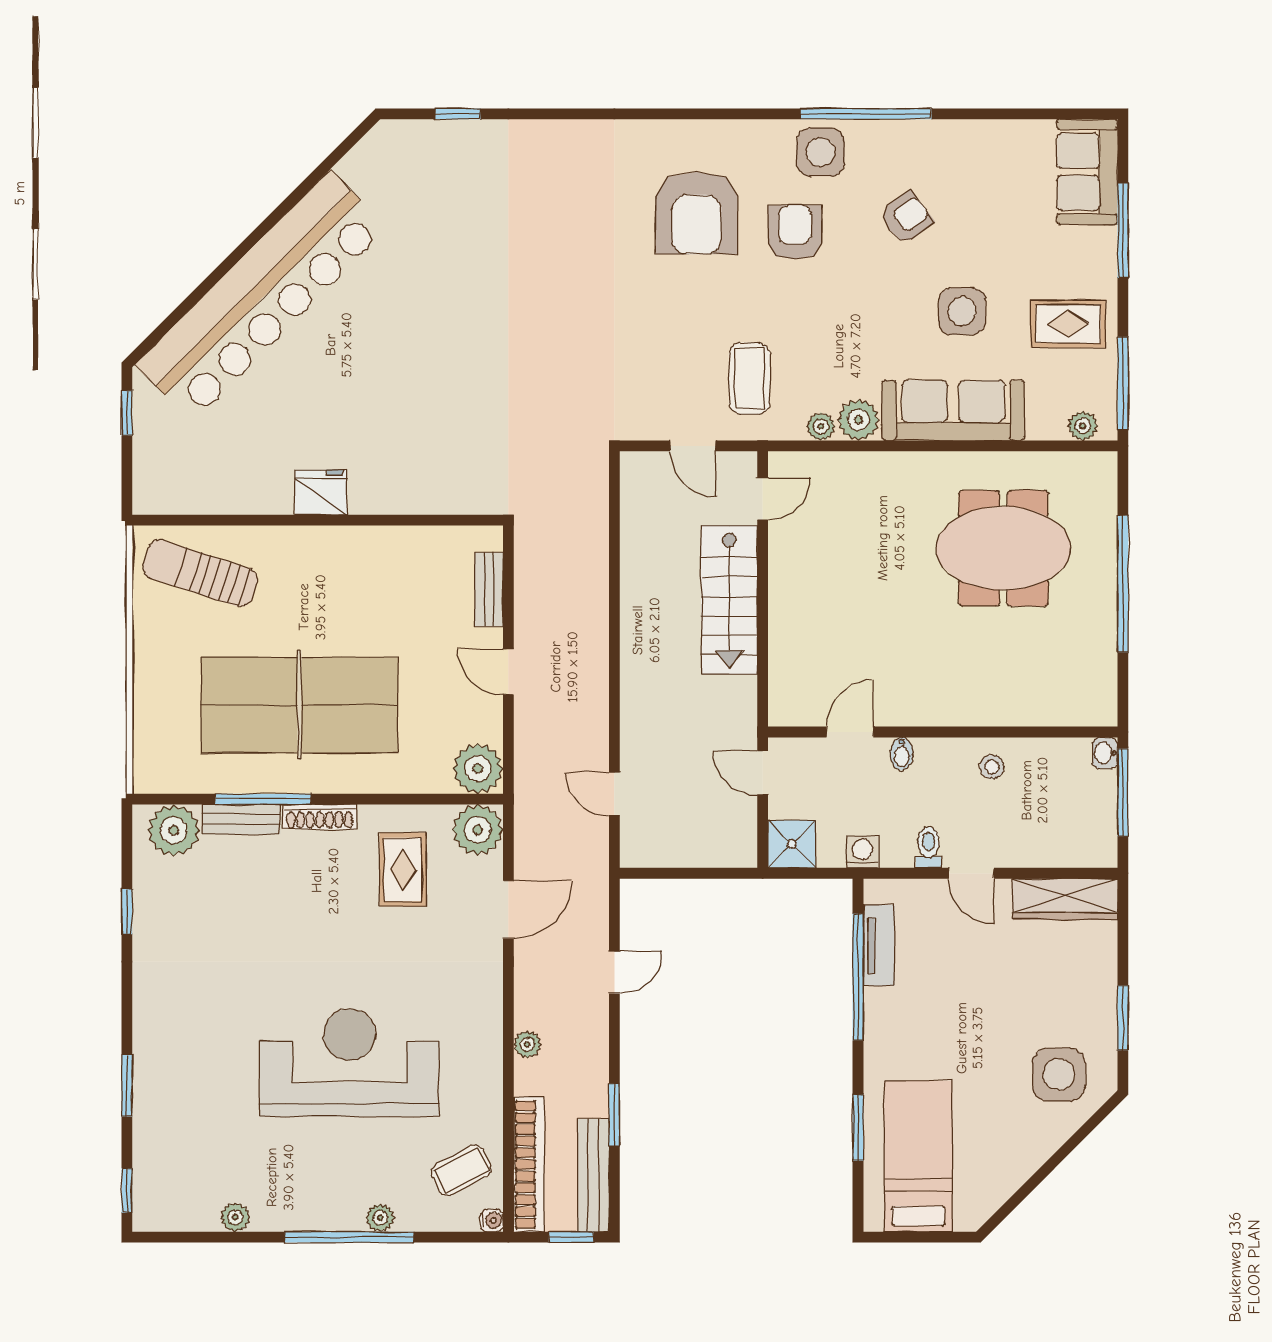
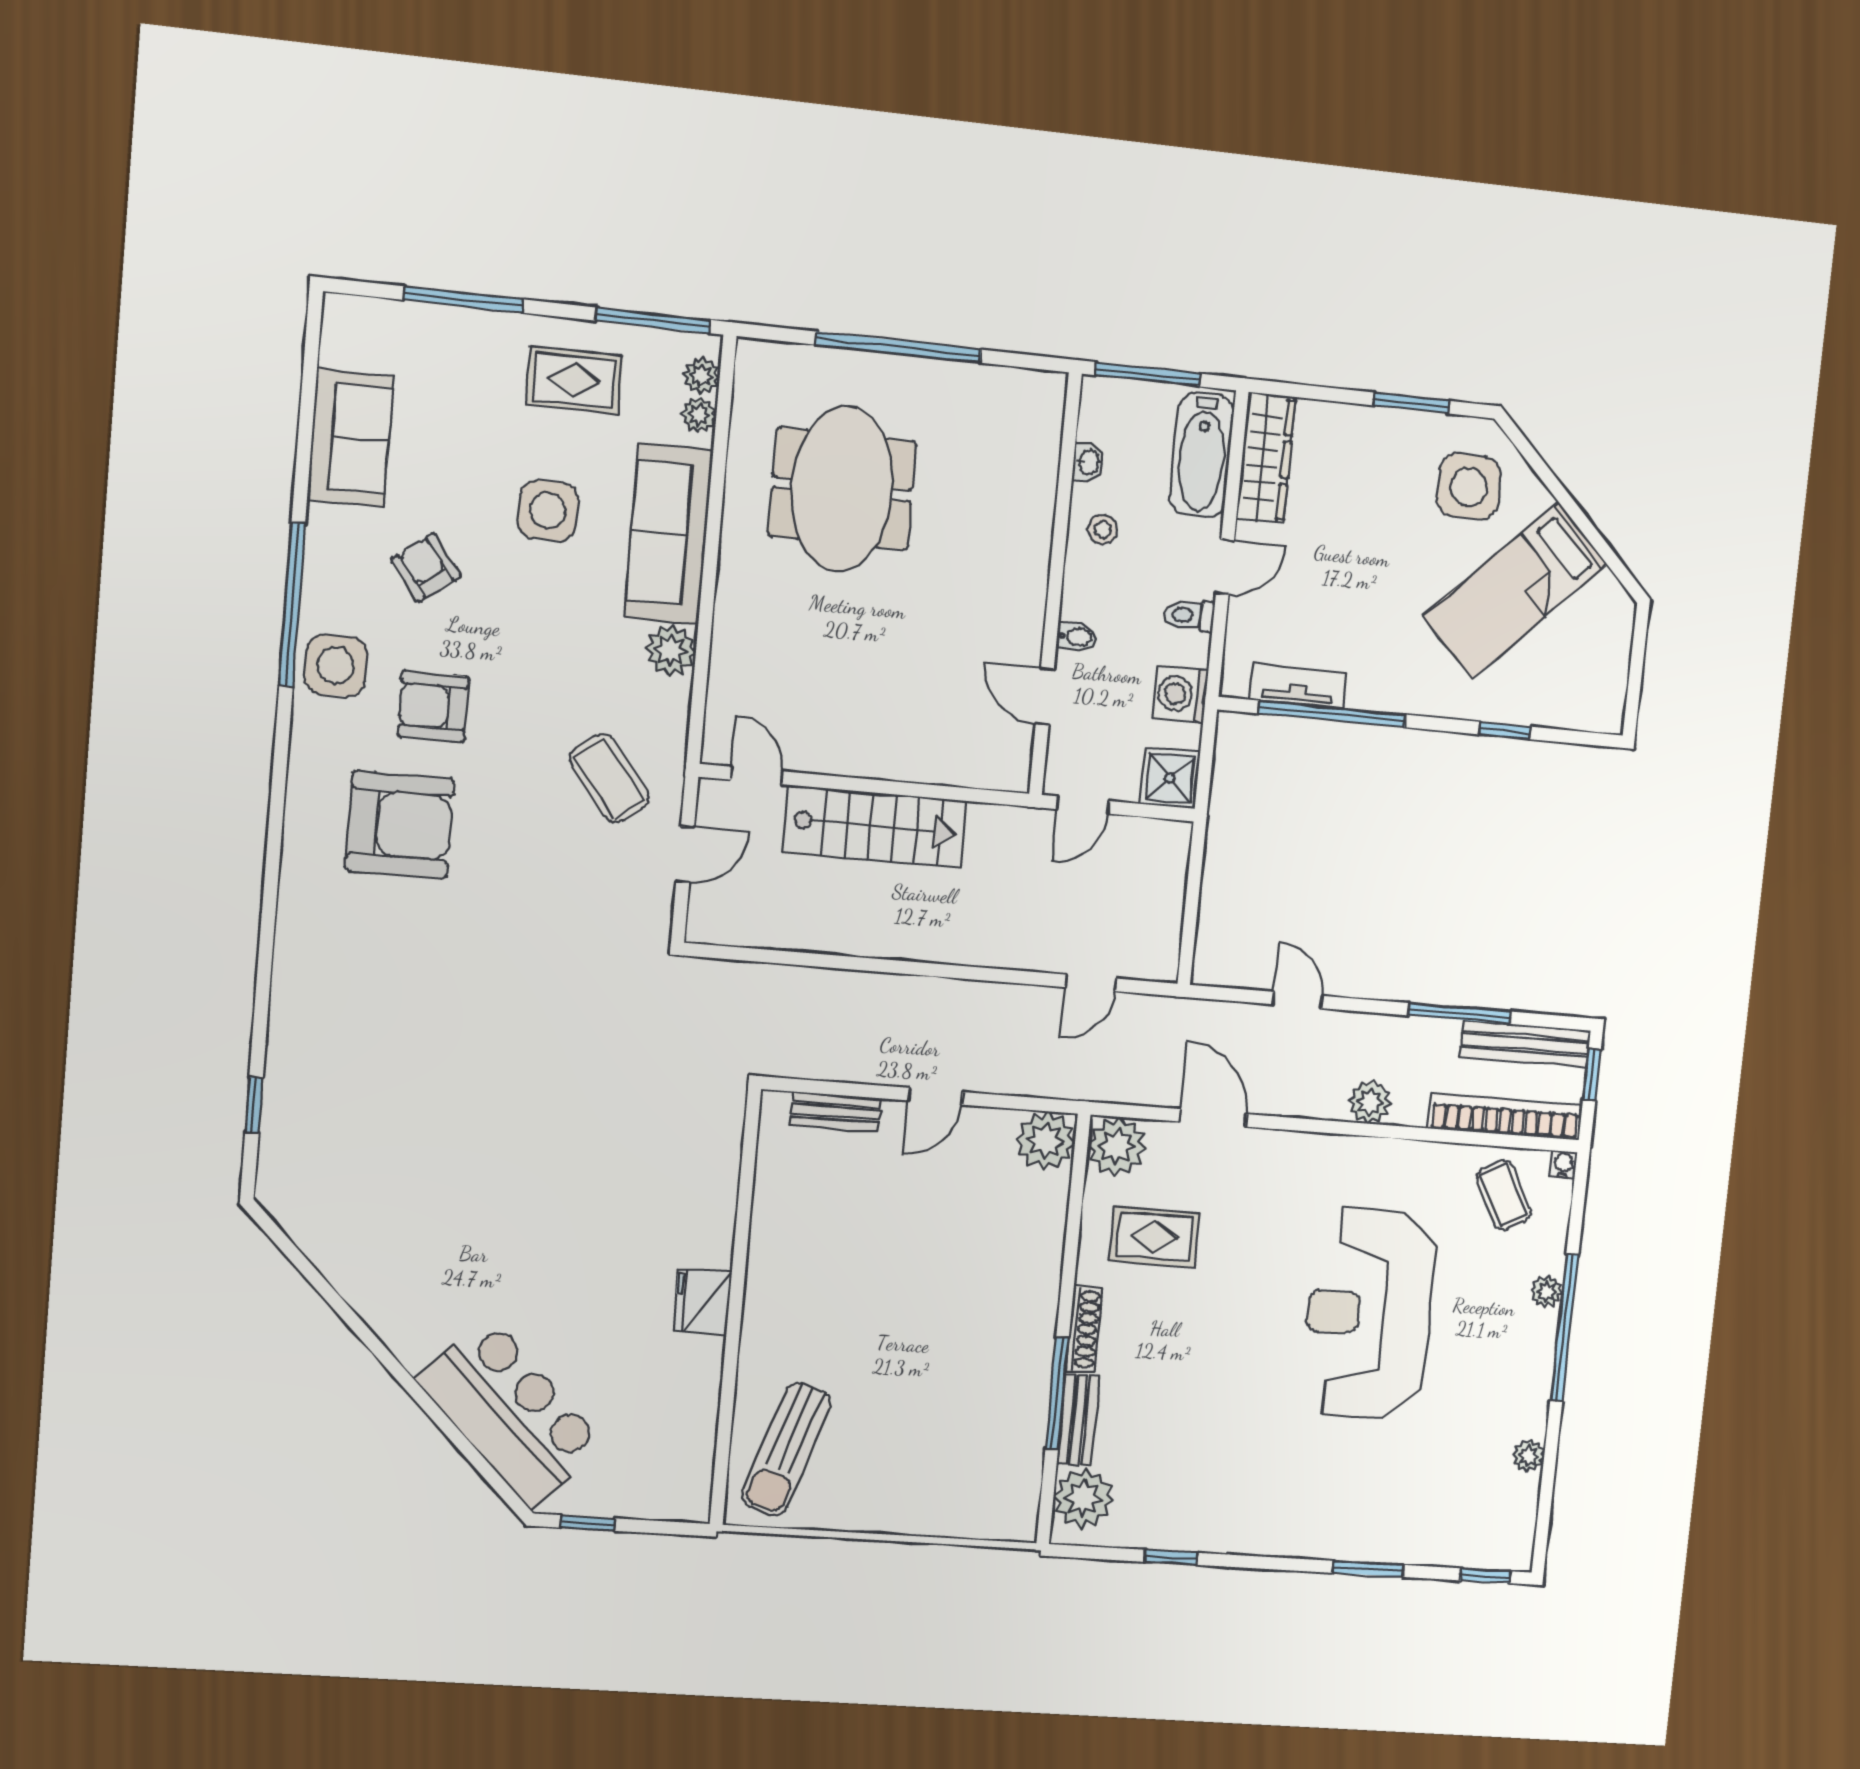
sofa: (1087, 172) -> (350, 438), moved, turned -90
bar counter: (262, 296) -> (510, 1413), width x0.54
rug: (1068, 324) -> (574, 380), turned 90
coffee table: (749, 379) -> (609, 778), turned 52
plant: (821, 426) -> (699, 415), moved
table tennis table: (300, 705) -> (952, 1344), removed
washbasin: (1105, 753) -> (1088, 462), moved, turned -90
bathtub: (1062, 844) -> (1202, 455), added
washing machine: (863, 852) -> (1180, 694), width x1.38, depth x1.38
plant: (527, 1044) -> (1370, 1102), width x1.38, depth x1.38
window: (614, 1115) -> (1460, 1014), width x1.44
window: (858, 1128) -> (1505, 730), width x0.67
bed: (918, 1156) -> (1516, 590), moved, turned -45

